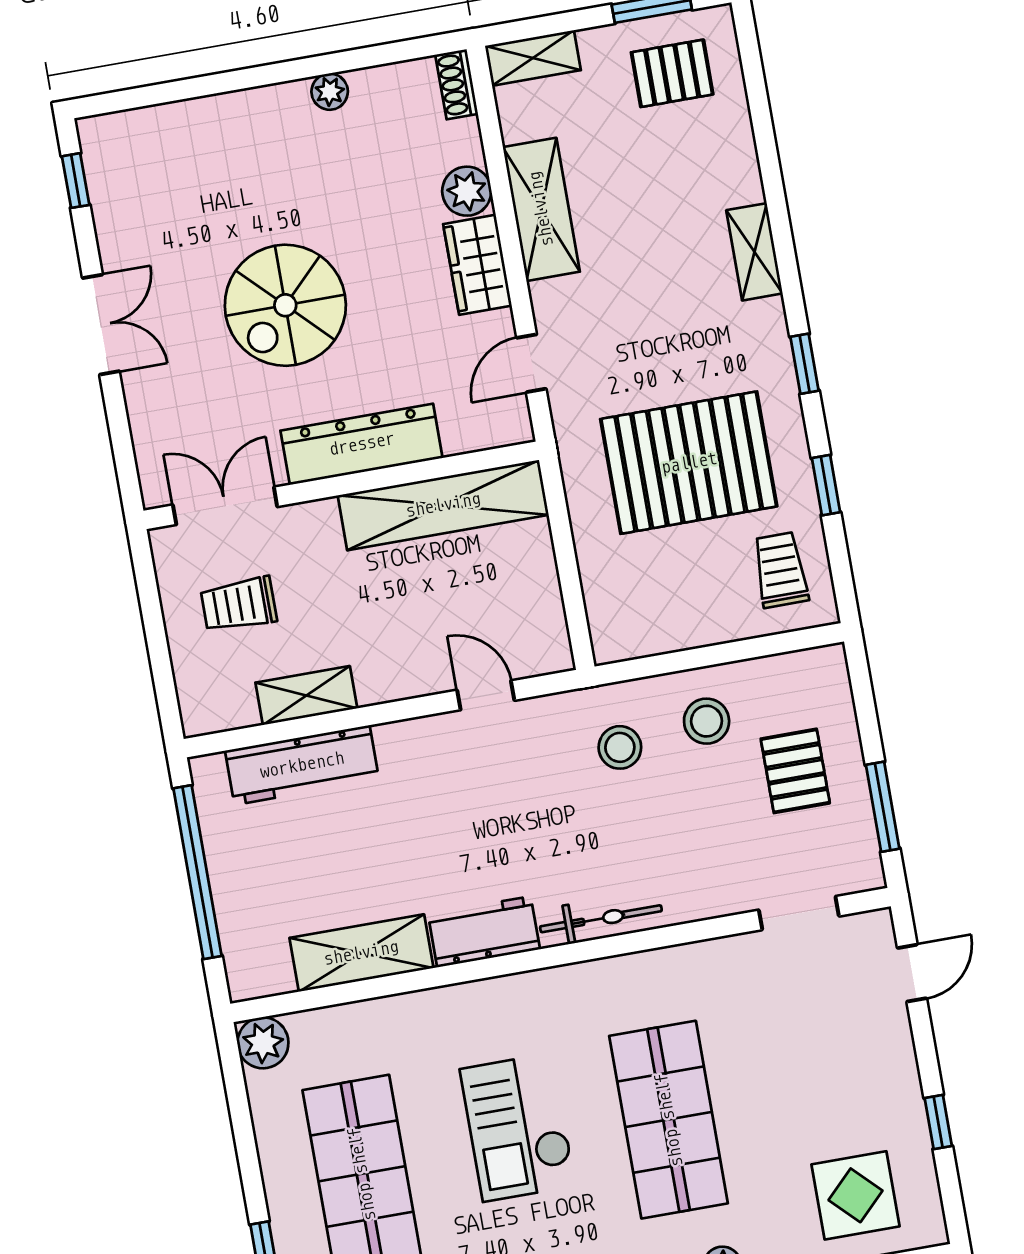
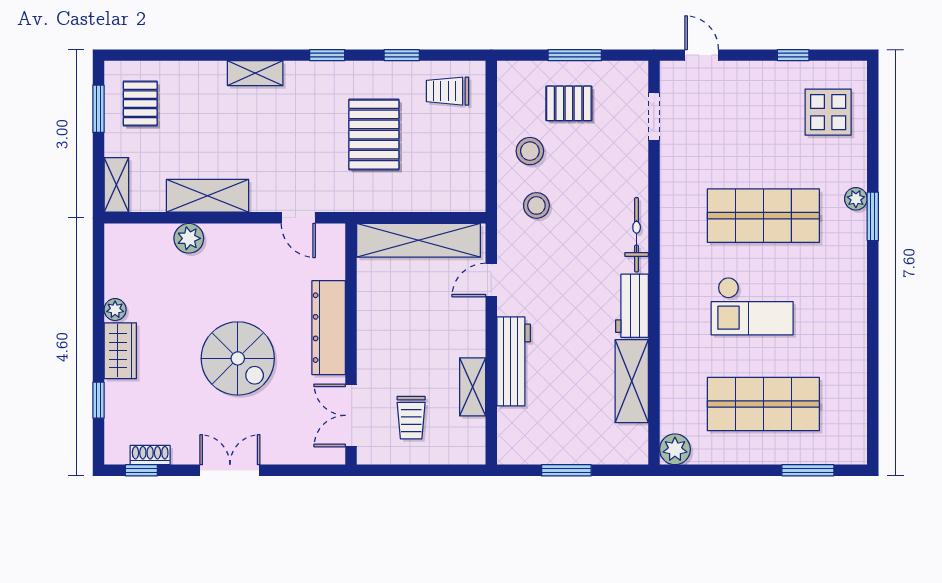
shoe rack: (457, 84) -> (150, 455), moved, turned 180
window: (177, 91) -> (98, 400), added
wardrobe: (477, 265) -> (120, 351), moved, turned -90
pallet: (689, 463) -> (374, 135), width x0.73, depth x0.71
shelving: (443, 505) -> (418, 240), moved, turned 90
workbench: (302, 765) -> (514, 361), moved
window: (883, 807) -> (575, 55), moved
window: (198, 872) -> (566, 470), width x0.47

